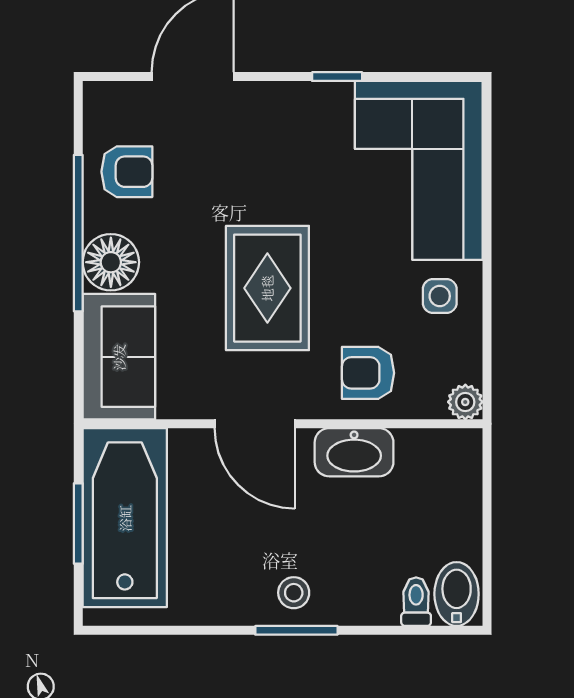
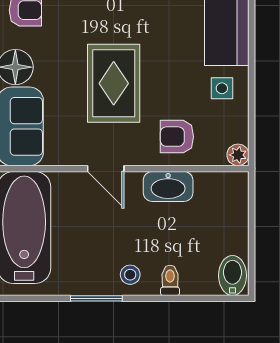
door: (255, 424) -> (106, 169), width x0.73
toilet: (416, 602) -> (170, 280), moved
window: (296, 630) -> (96, 298), moved

